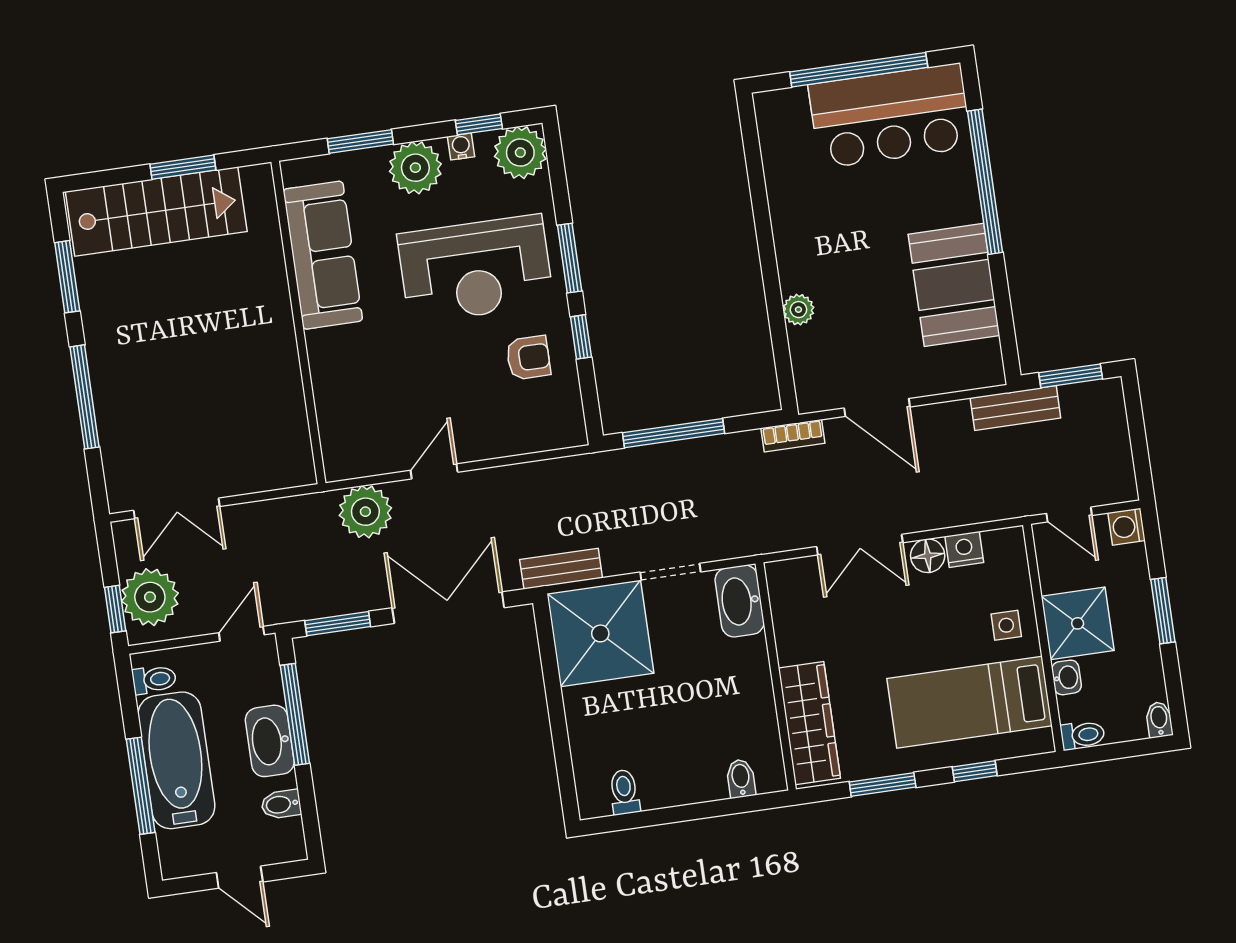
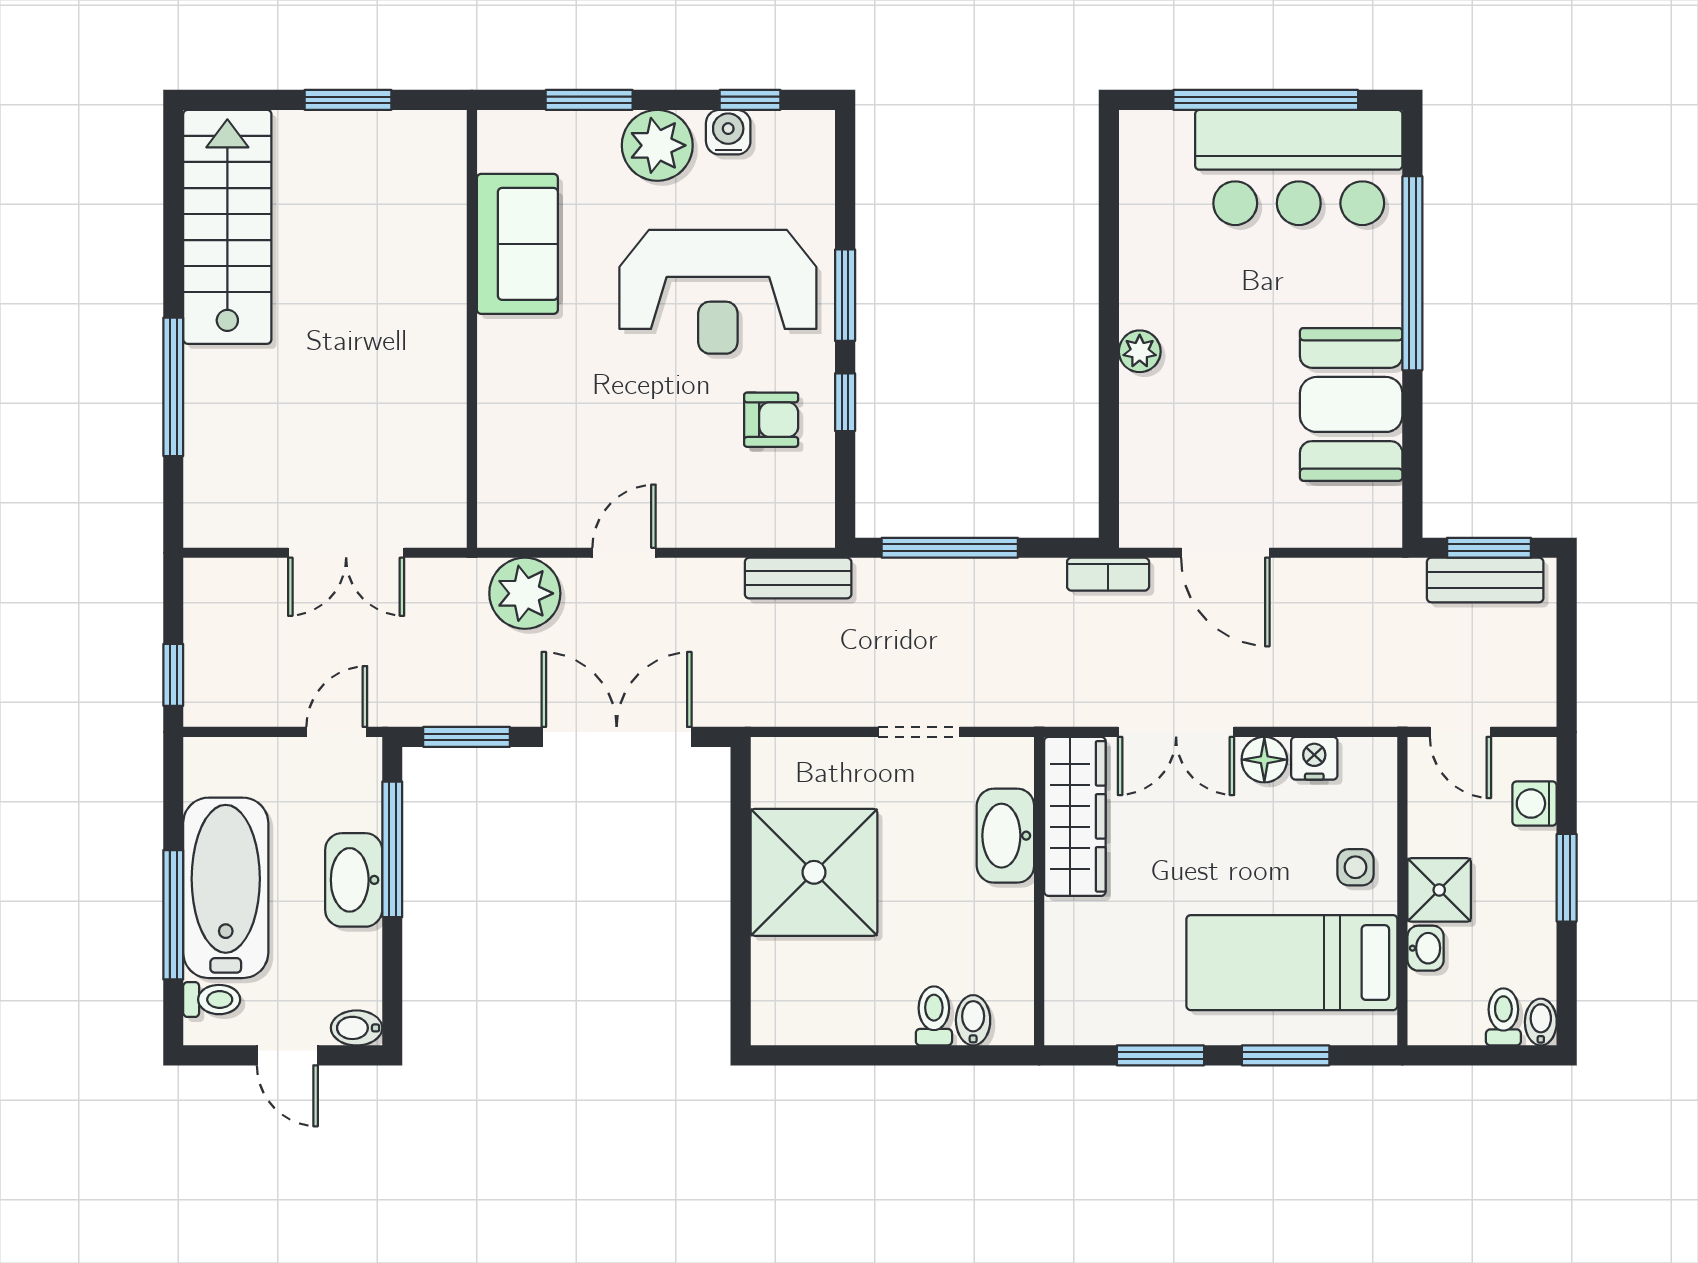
water cooler: (461, 147) -> (728, 132), width x1.38, depth x1.38
plant: (520, 153) -> (800, 145), removed
stairs: (156, 212) -> (227, 227), moved, turned -90
sofa: (323, 255) -> (517, 244), width x0.73
window: (67, 277) -> (173, 224), removed
plant: (798, 310) -> (1140, 351), moved
bench: (1015, 408) -> (1485, 580), moved
double door: (177, 508) -> (346, 553), moved
washing machine: (1127, 527) -> (1535, 804), moved
bench: (561, 569) -> (798, 578), moved
plant: (150, 597) -> (222, 666), removed
washbasin: (740, 601) -> (1005, 836), moved
shower: (1078, 623) -> (1439, 890), width x0.73, depth x0.73
shower: (600, 633) -> (814, 872), moved
toilet: (154, 680) -> (212, 1000), moved
wardrobe: (809, 723) -> (1075, 816), moved
toilet: (1083, 735) -> (1503, 1017), moved, turned -90
window: (975, 771) -> (1286, 1055), width x1.50
toilet: (624, 792) -> (934, 1016), moved
bidet: (281, 804) -> (357, 1028), moved

